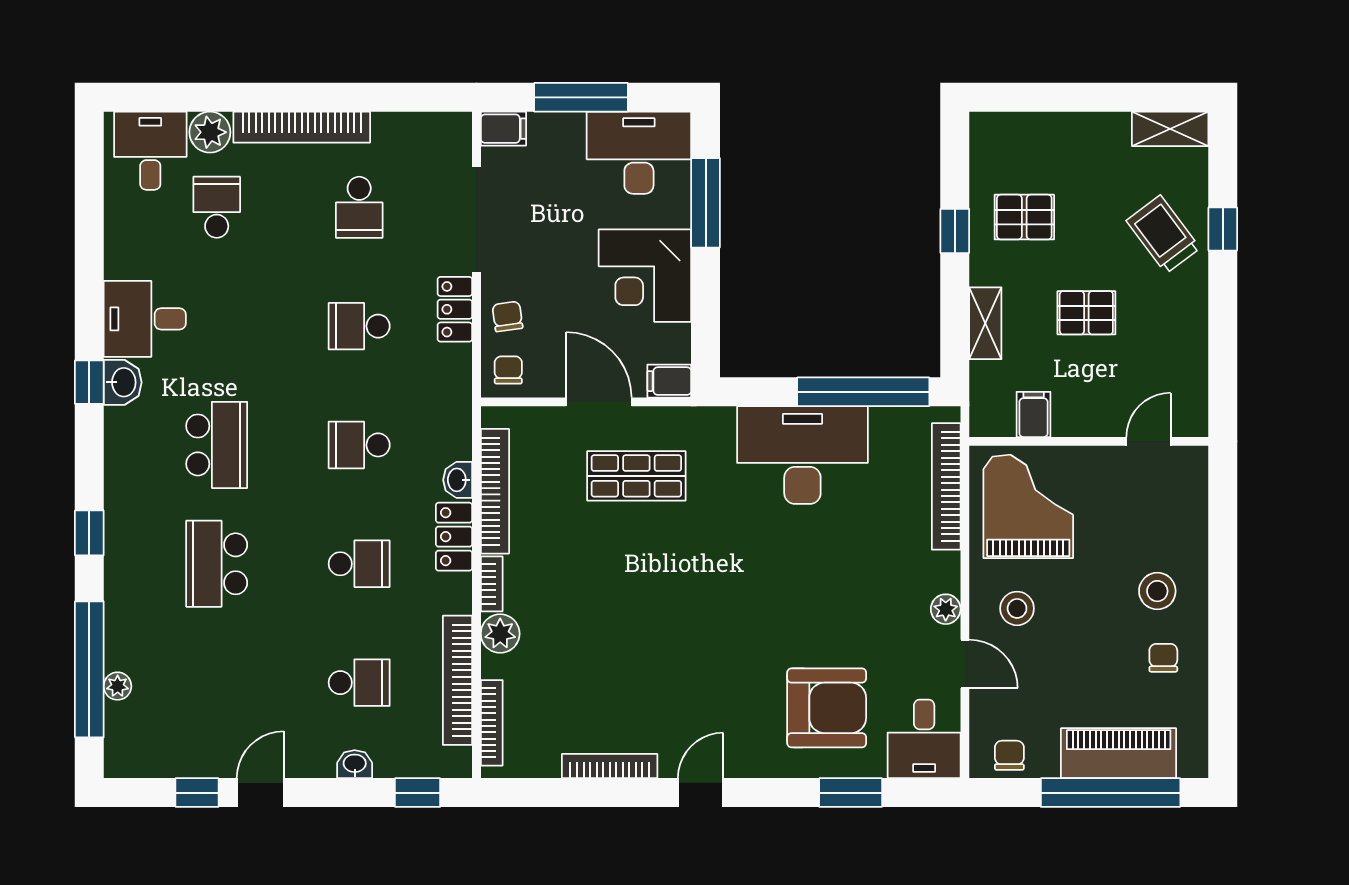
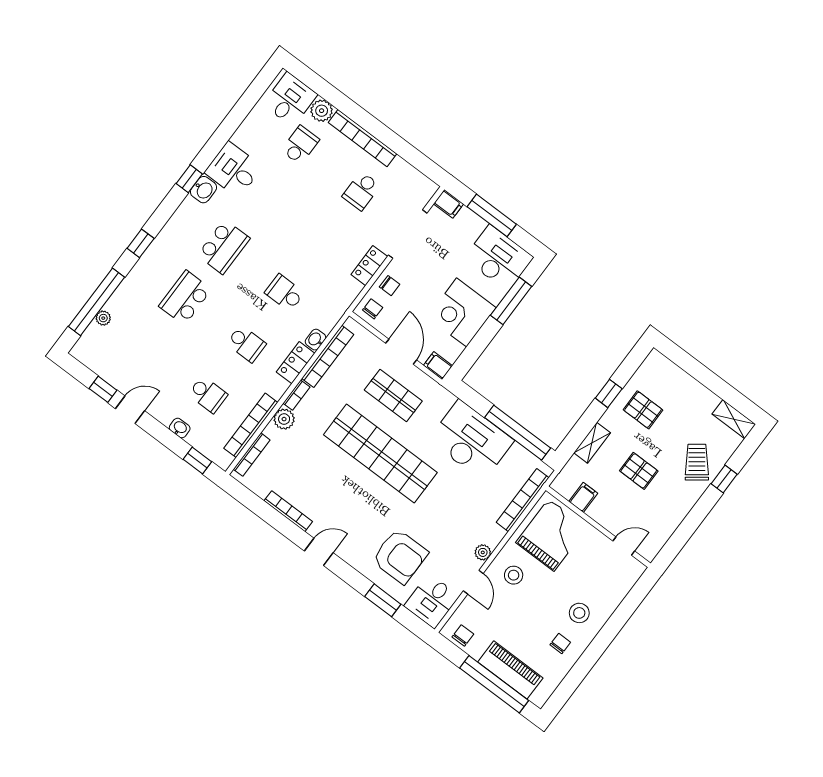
chair: (507, 316) -> (390, 286), turned 98
school desk: (359, 326) -> (323, 242), removed
shop shelf: (682, 577) -> (380, 454), added

